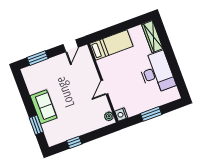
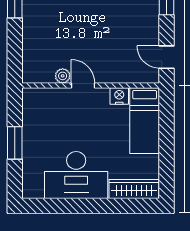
nightstand: (121, 115) -> (119, 96), moved
plant: (109, 116) -> (63, 76), moved

